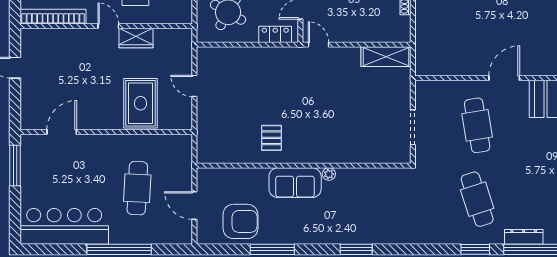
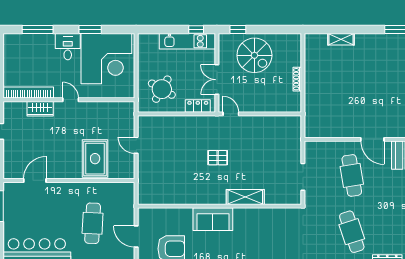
wardrobe: (136, 38) -> (40, 109), moved
shelving: (386, 57) -> (245, 197), moved
door: (504, 78) -> (372, 139), swing flipped
pallet: (272, 138) -> (218, 158), moved, turned 90
plant: (329, 174) -> (239, 213), removed

